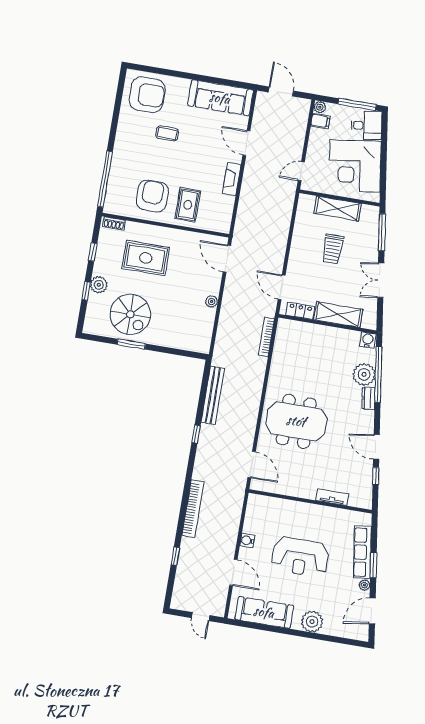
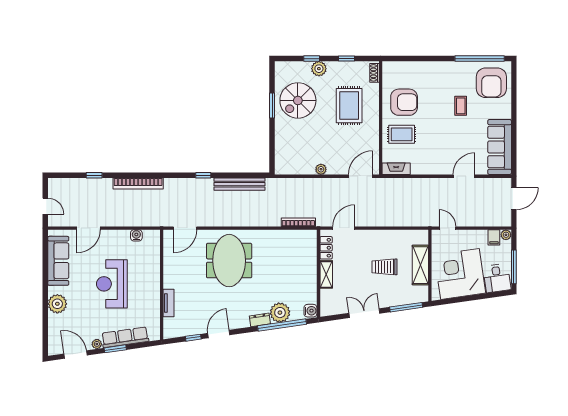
window: (105, 179) -> (480, 59), moved
fireplace: (232, 179) -> (396, 169), moved
shelving: (338, 315) -> (326, 274), width x0.67, depth x0.75
water cooler: (247, 540) -> (136, 235), moved
door: (201, 617) -> (45, 206), swing flipped

